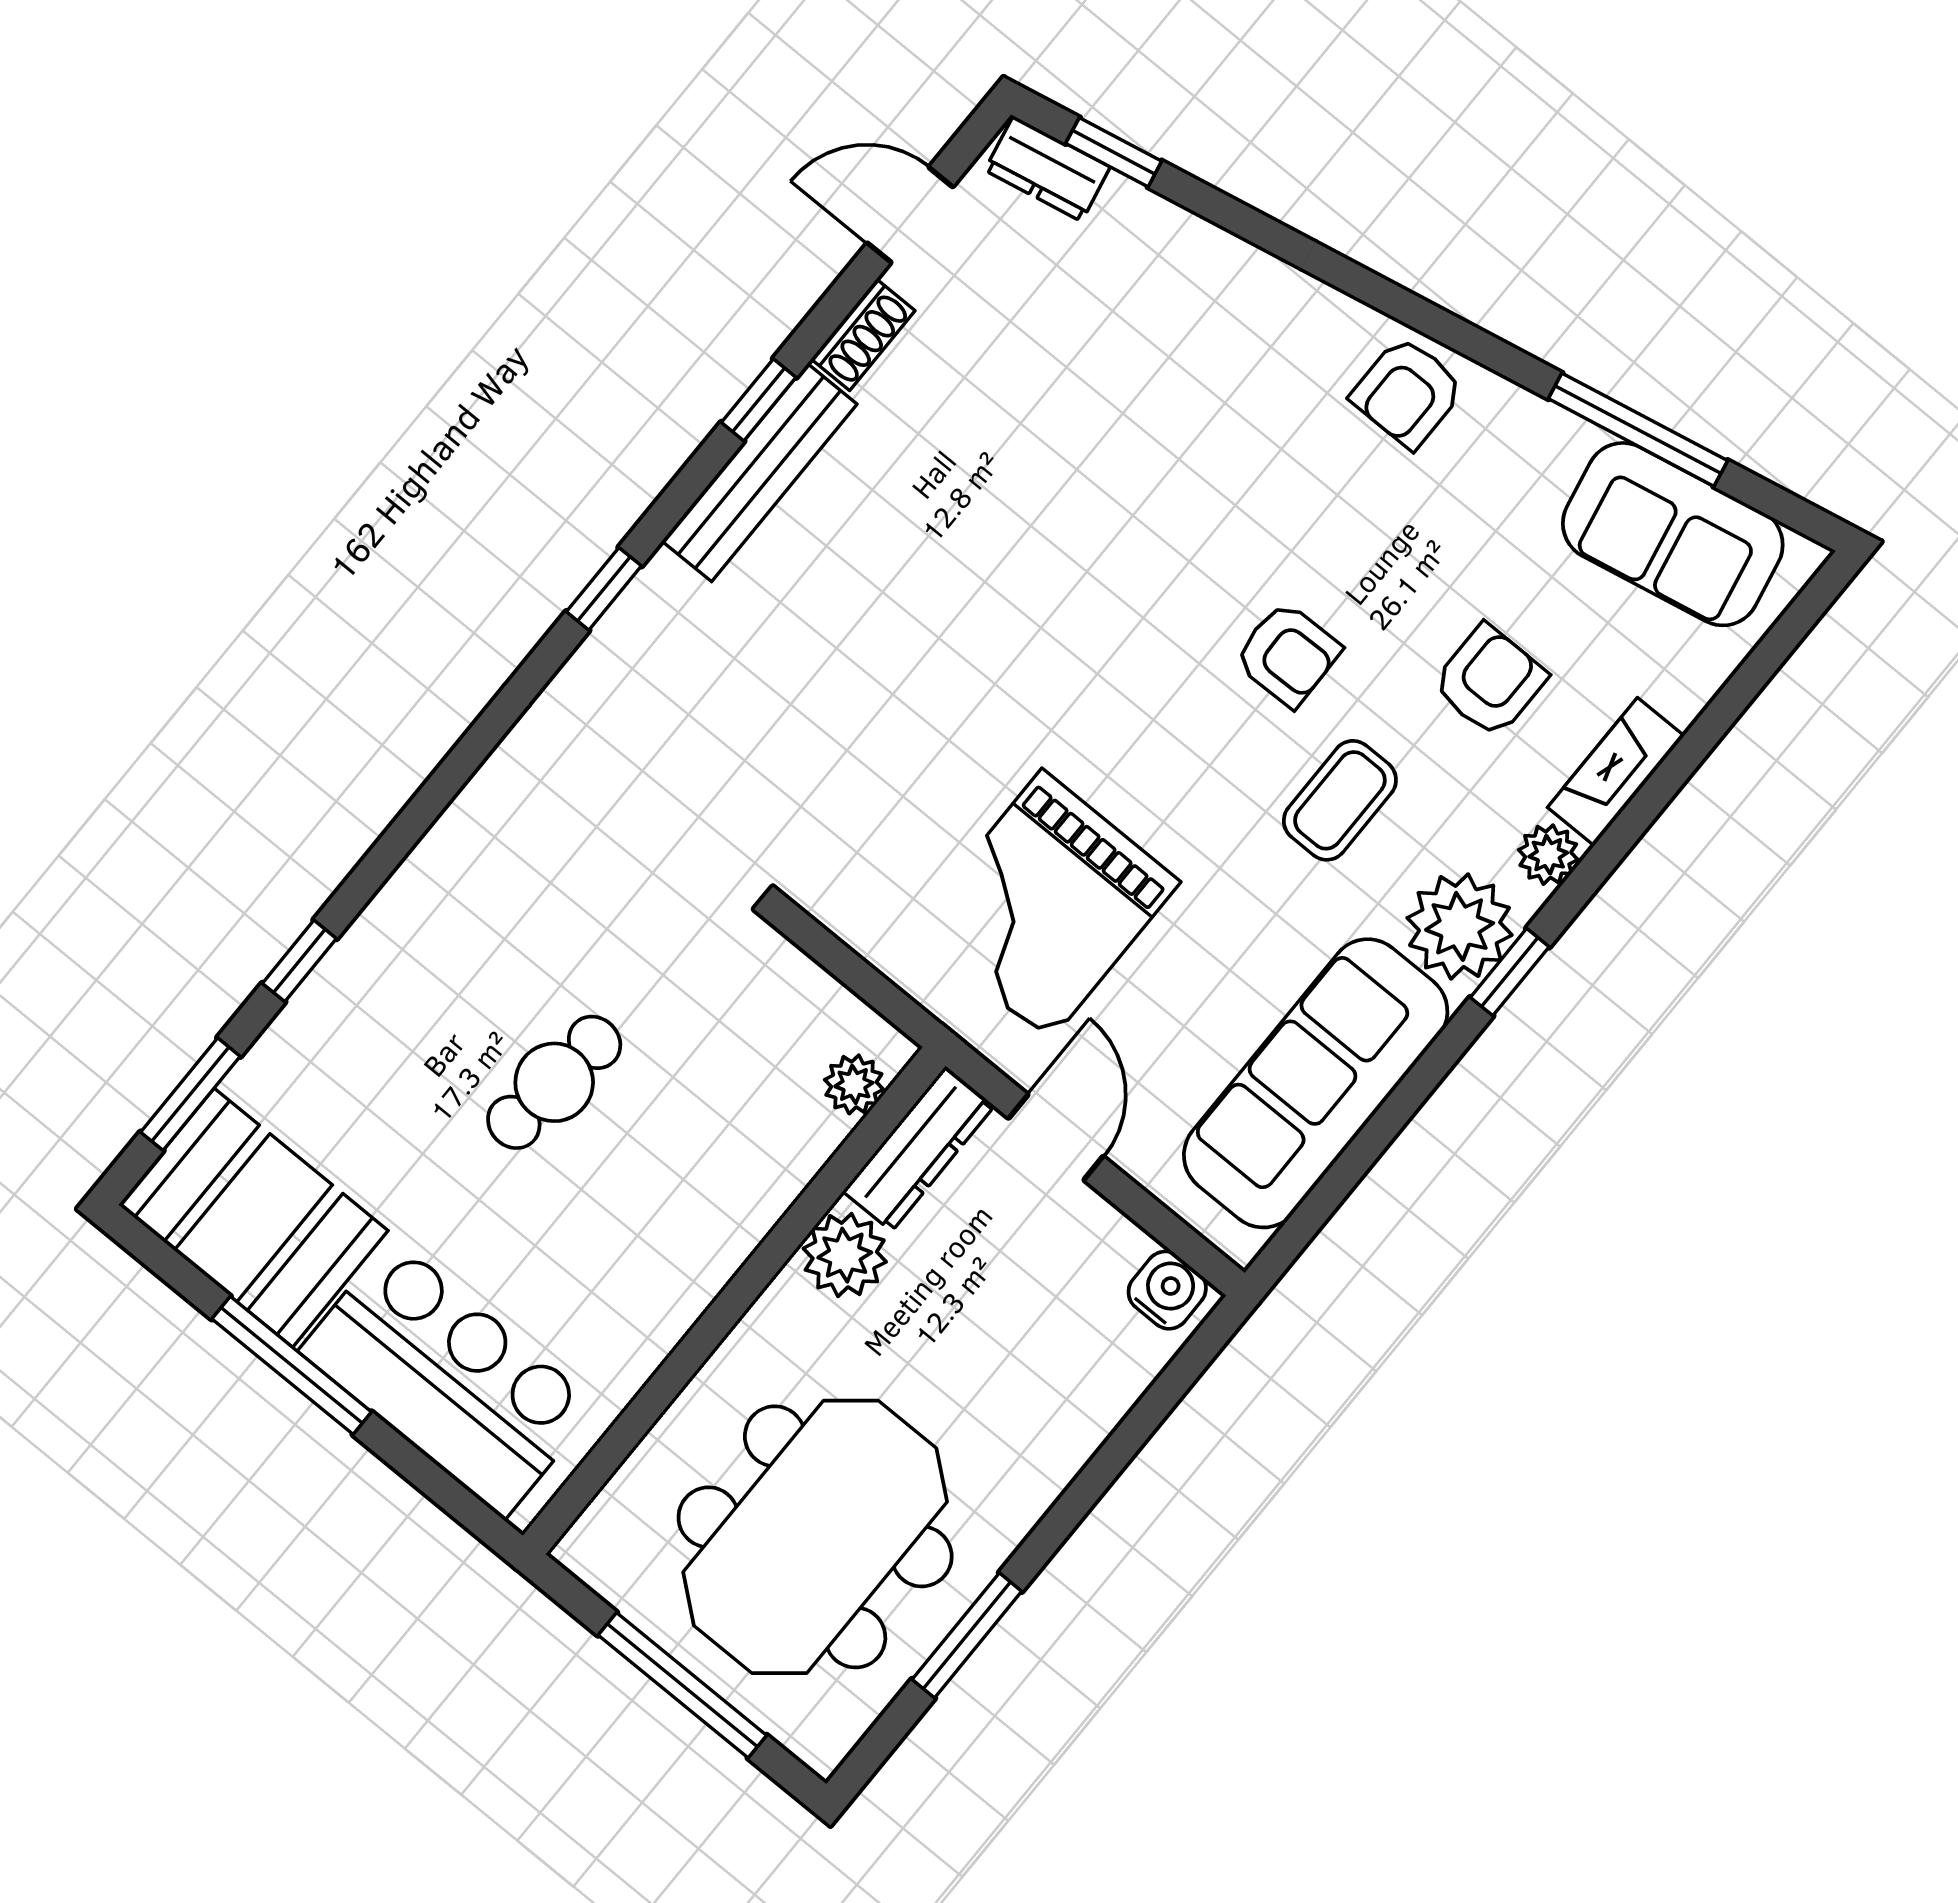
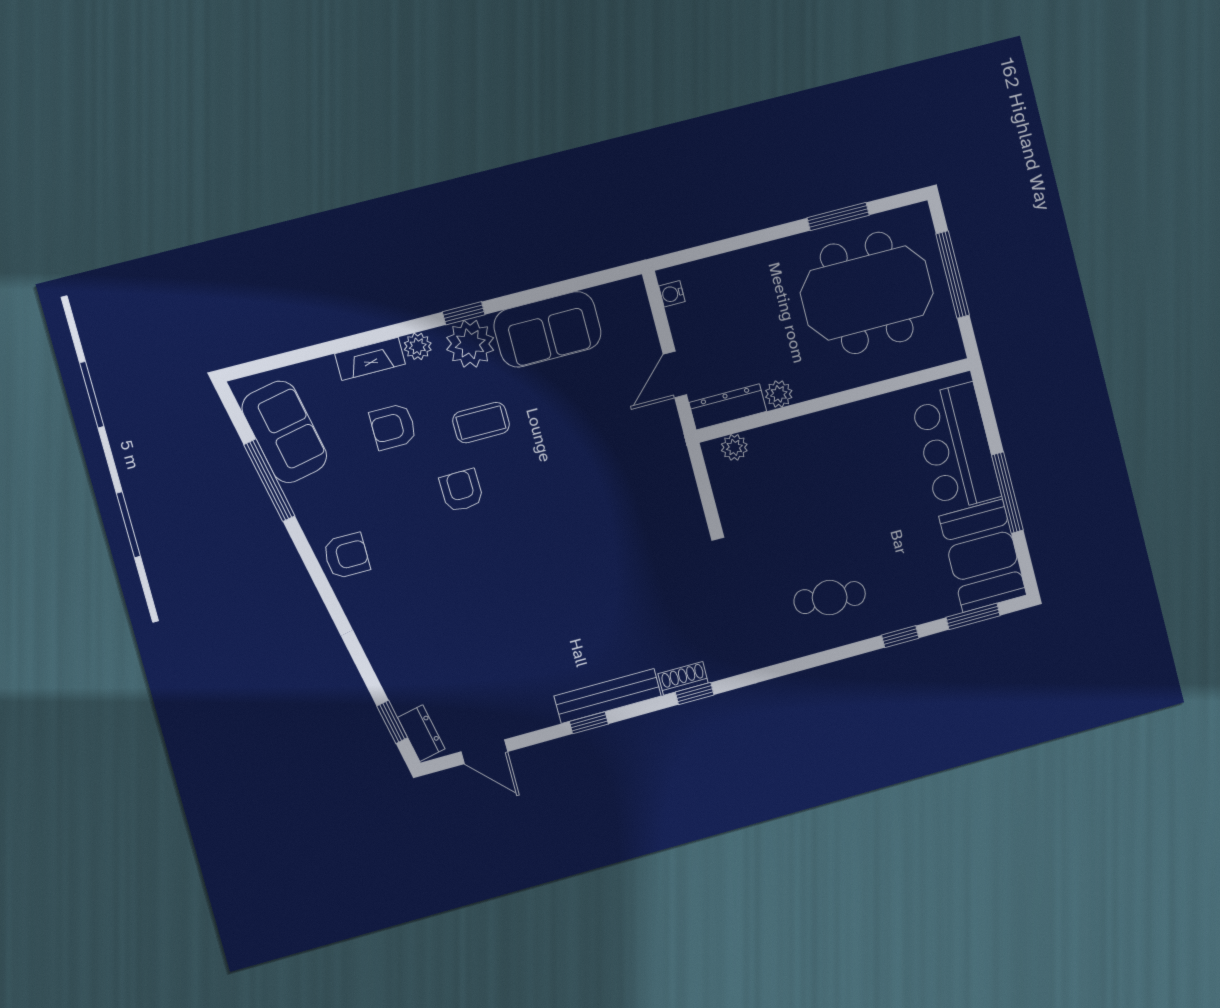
shoe rack: (863, 335) -> (683, 678), moved
grand piano: (1046, 905) -> (617, 462), removed
cafe table: (554, 1082) -> (830, 598), moved
sofa: (1316, 1083) -> (548, 329), width x0.73
plant: (845, 1255) -> (779, 394), width x0.73, depth x0.73
water cooler: (1167, 1290) -> (672, 294), width x0.72, depth x0.72

